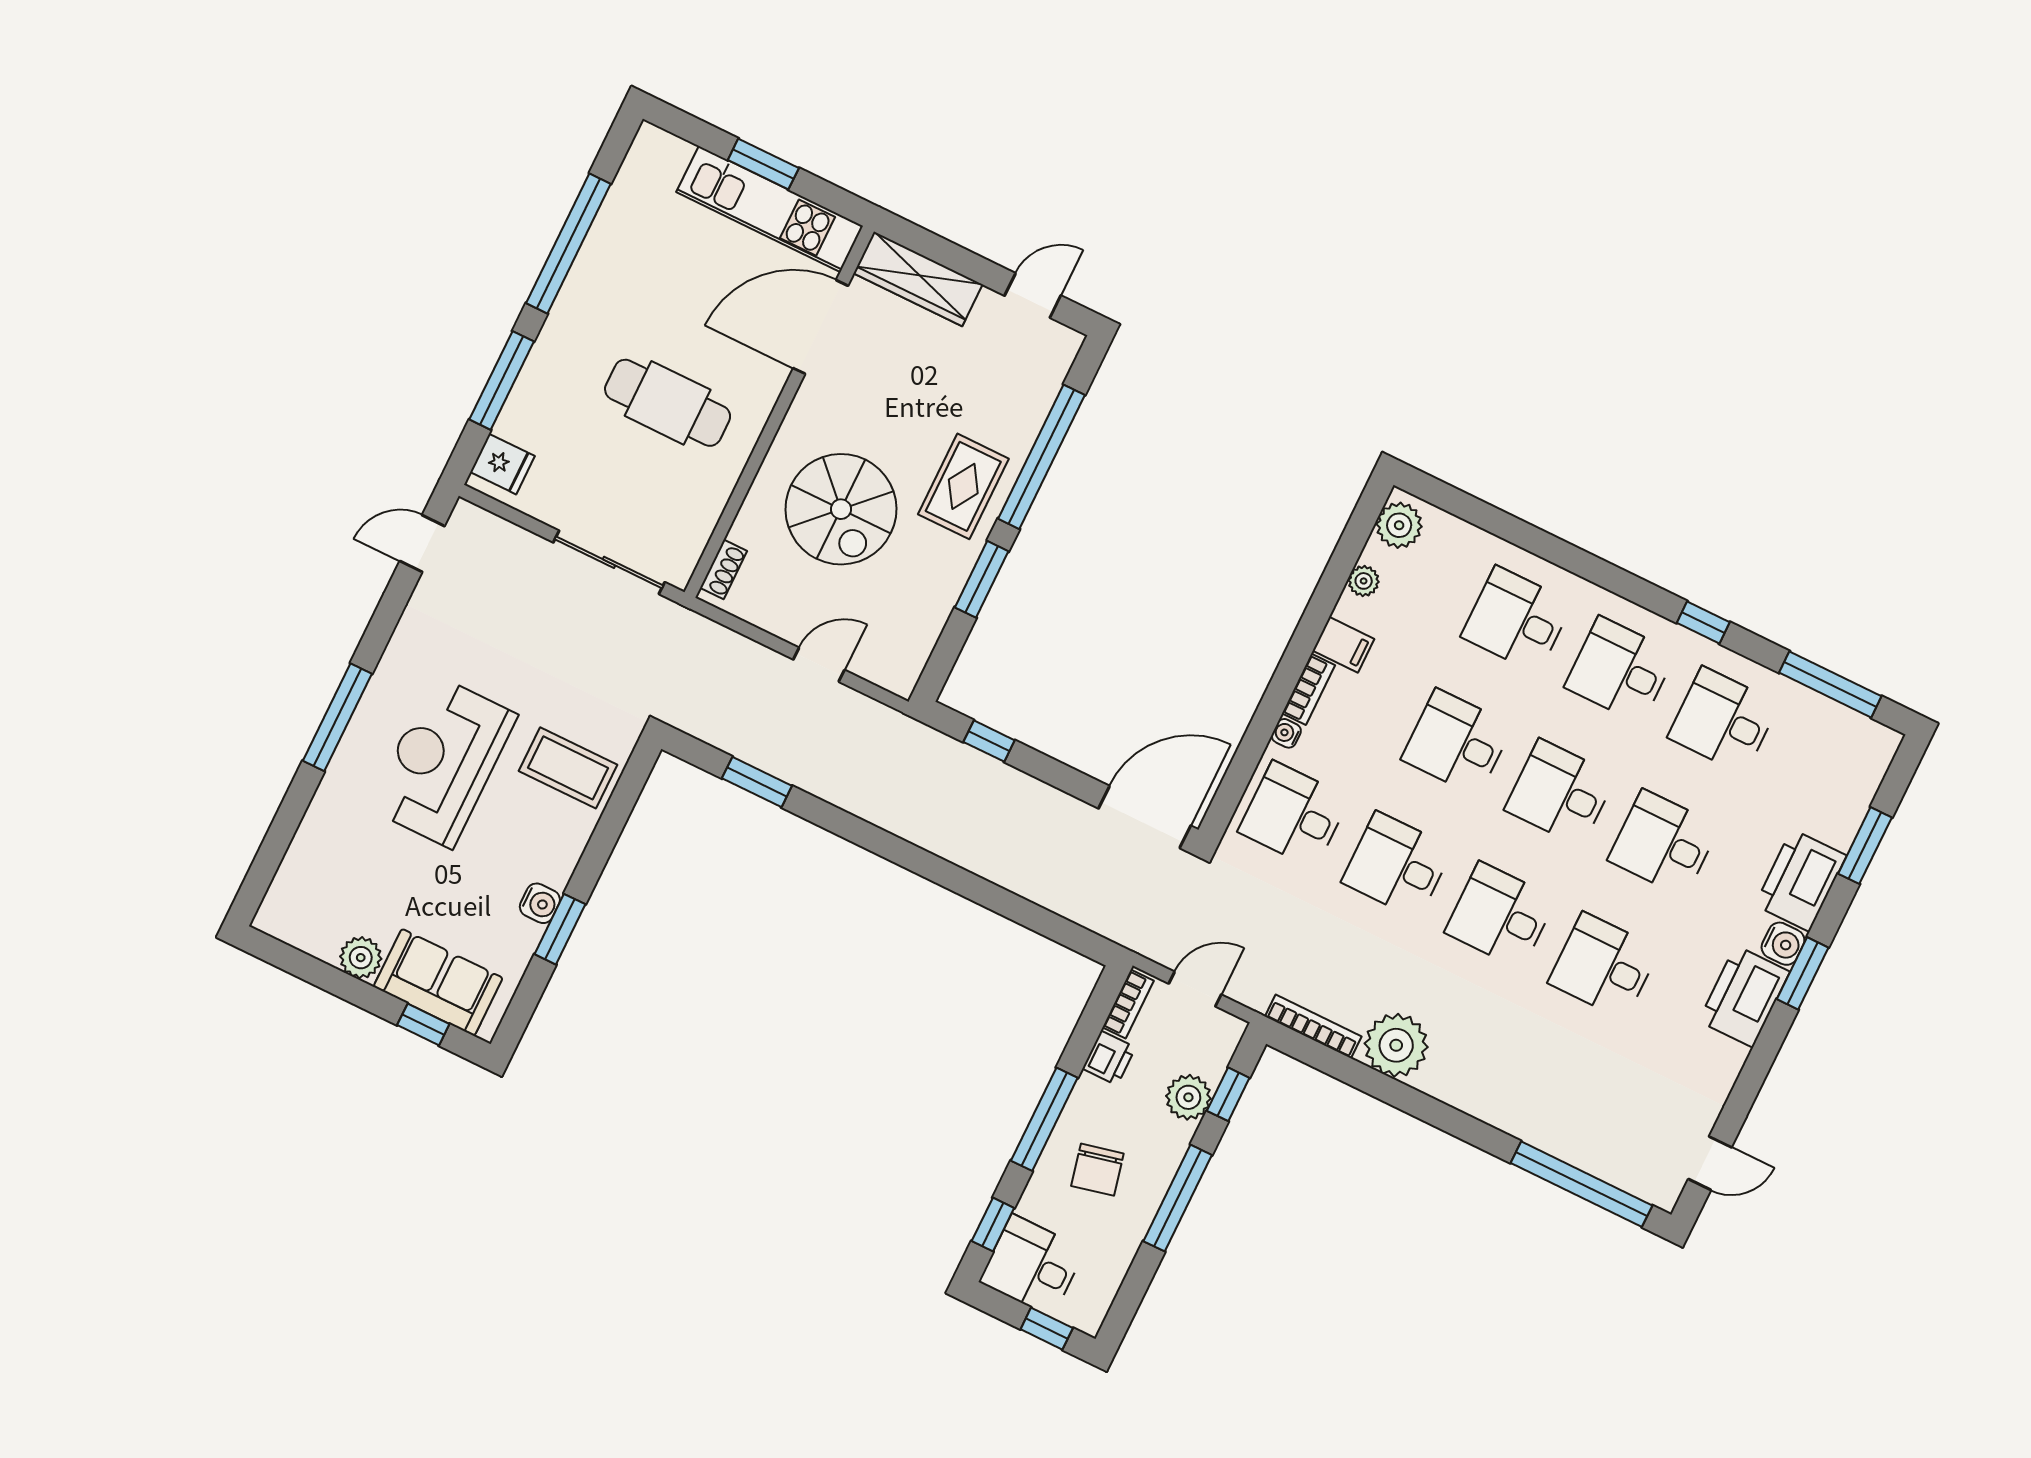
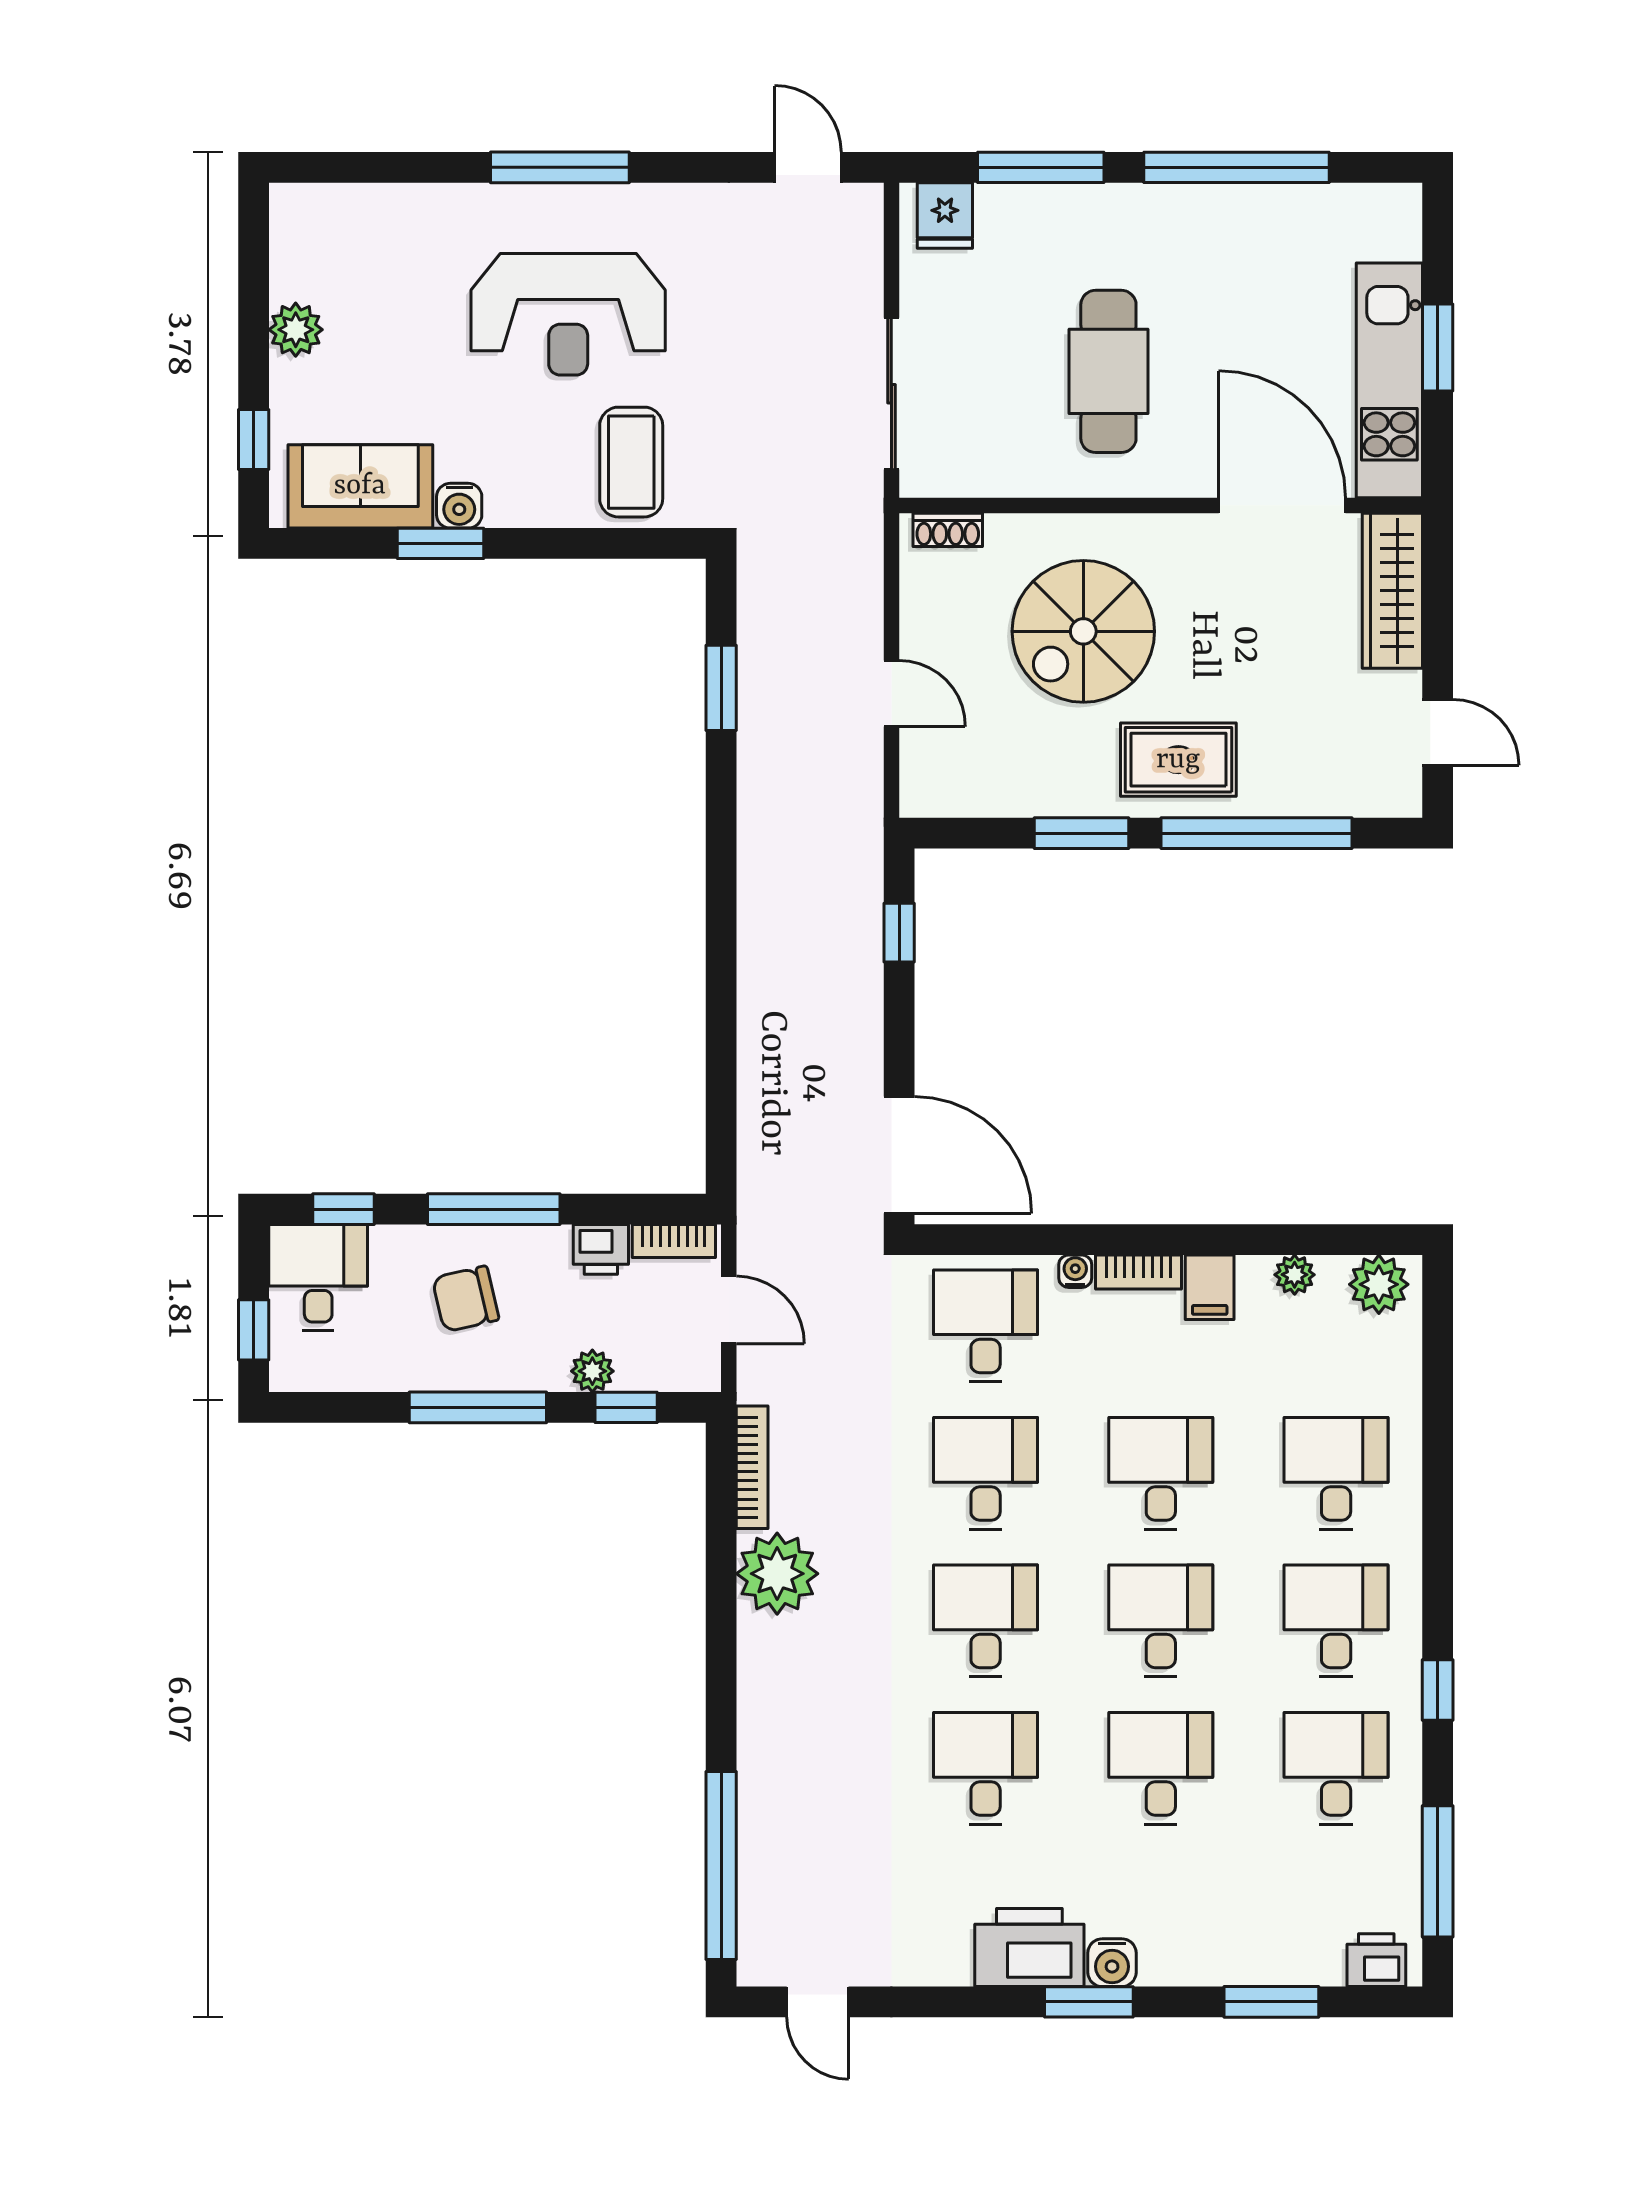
reception desk: (443, 762) -> (568, 314), turned 180
printer: (1801, 880) -> (1376, 1960), moved, width x0.53, depth x0.68
sofa: (438, 982) -> (360, 486), moved, turned -90
plant: (1188, 1097) -> (592, 1371), width x0.73, depth x0.73

